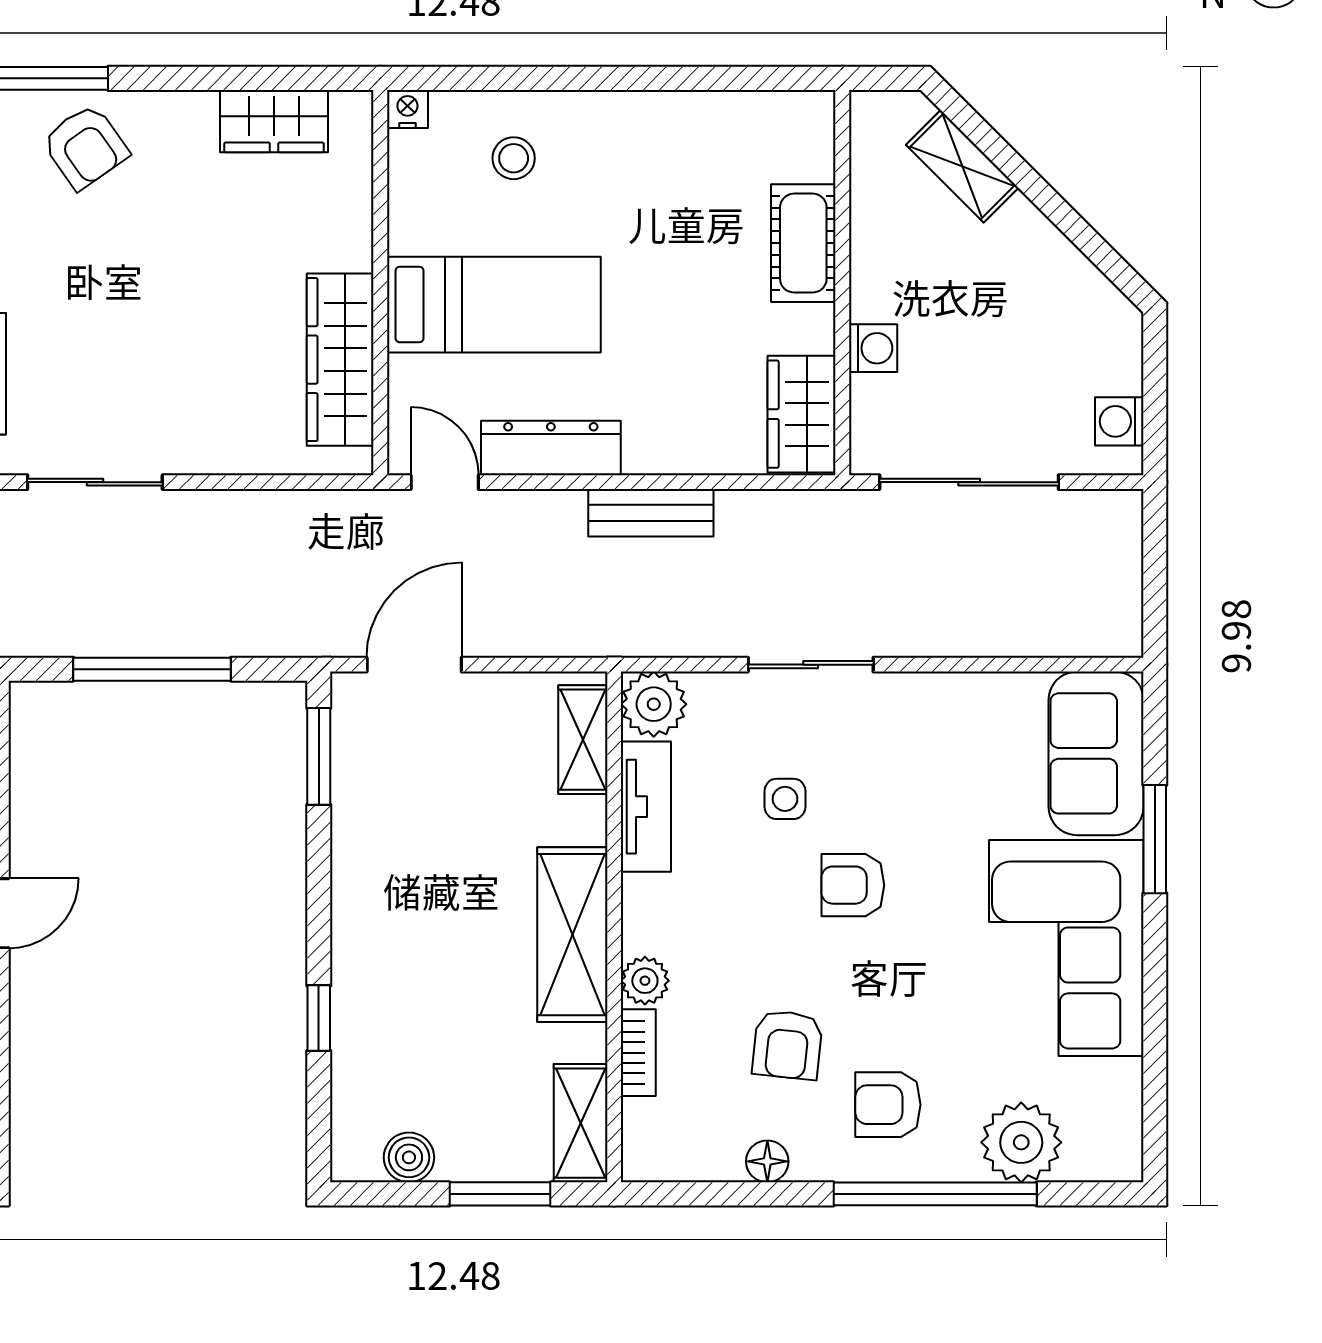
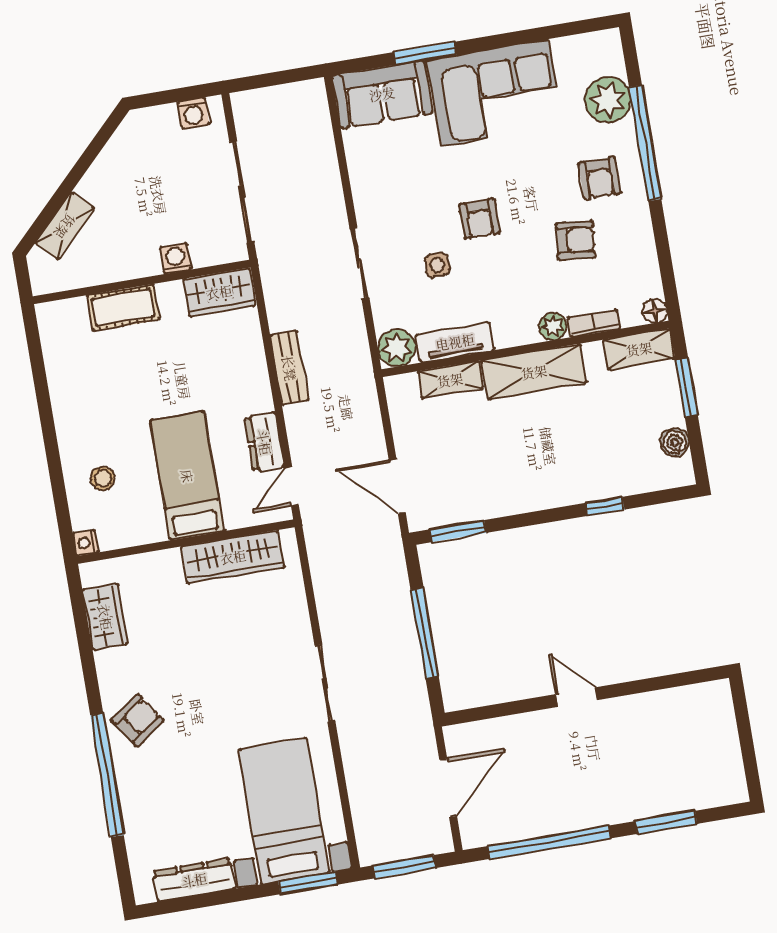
dresser: (551, 448) -> (264, 442), width x0.70
shelving: (583, 740) -> (450, 380), moved
floor lamp: (767, 1161) -> (655, 311), moved

